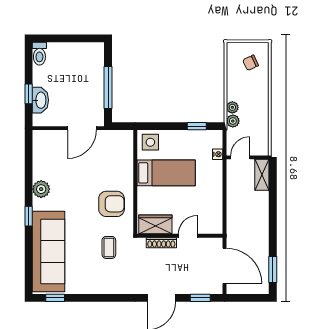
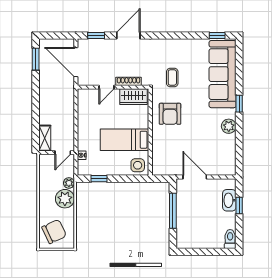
chair: (251, 63) -> (54, 231), width x1.87, depth x1.87
plant: (232, 107) -> (65, 199), width x1.87, depth x1.87
door: (82, 128) -> (195, 177), hinge flipped
armchair: (112, 204) -> (170, 114), turned -90

